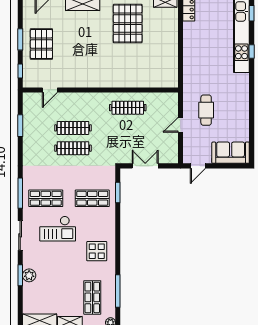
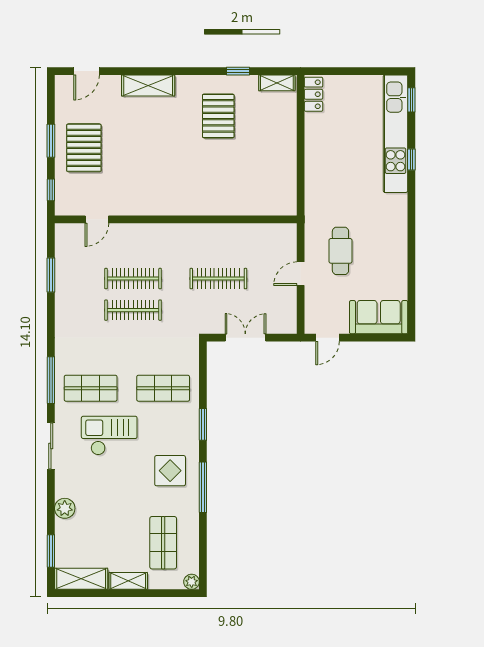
pallet: (128, 24) -> (218, 116), width x0.73, depth x0.71
clothes rail: (128, 108) -> (218, 279), moved
window: (118, 193) -> (203, 424), moved
checkout: (58, 229) -> (109, 436), turned 180
window: (20, 275) -> (51, 551), moved
window: (118, 291) -> (203, 487), moved

